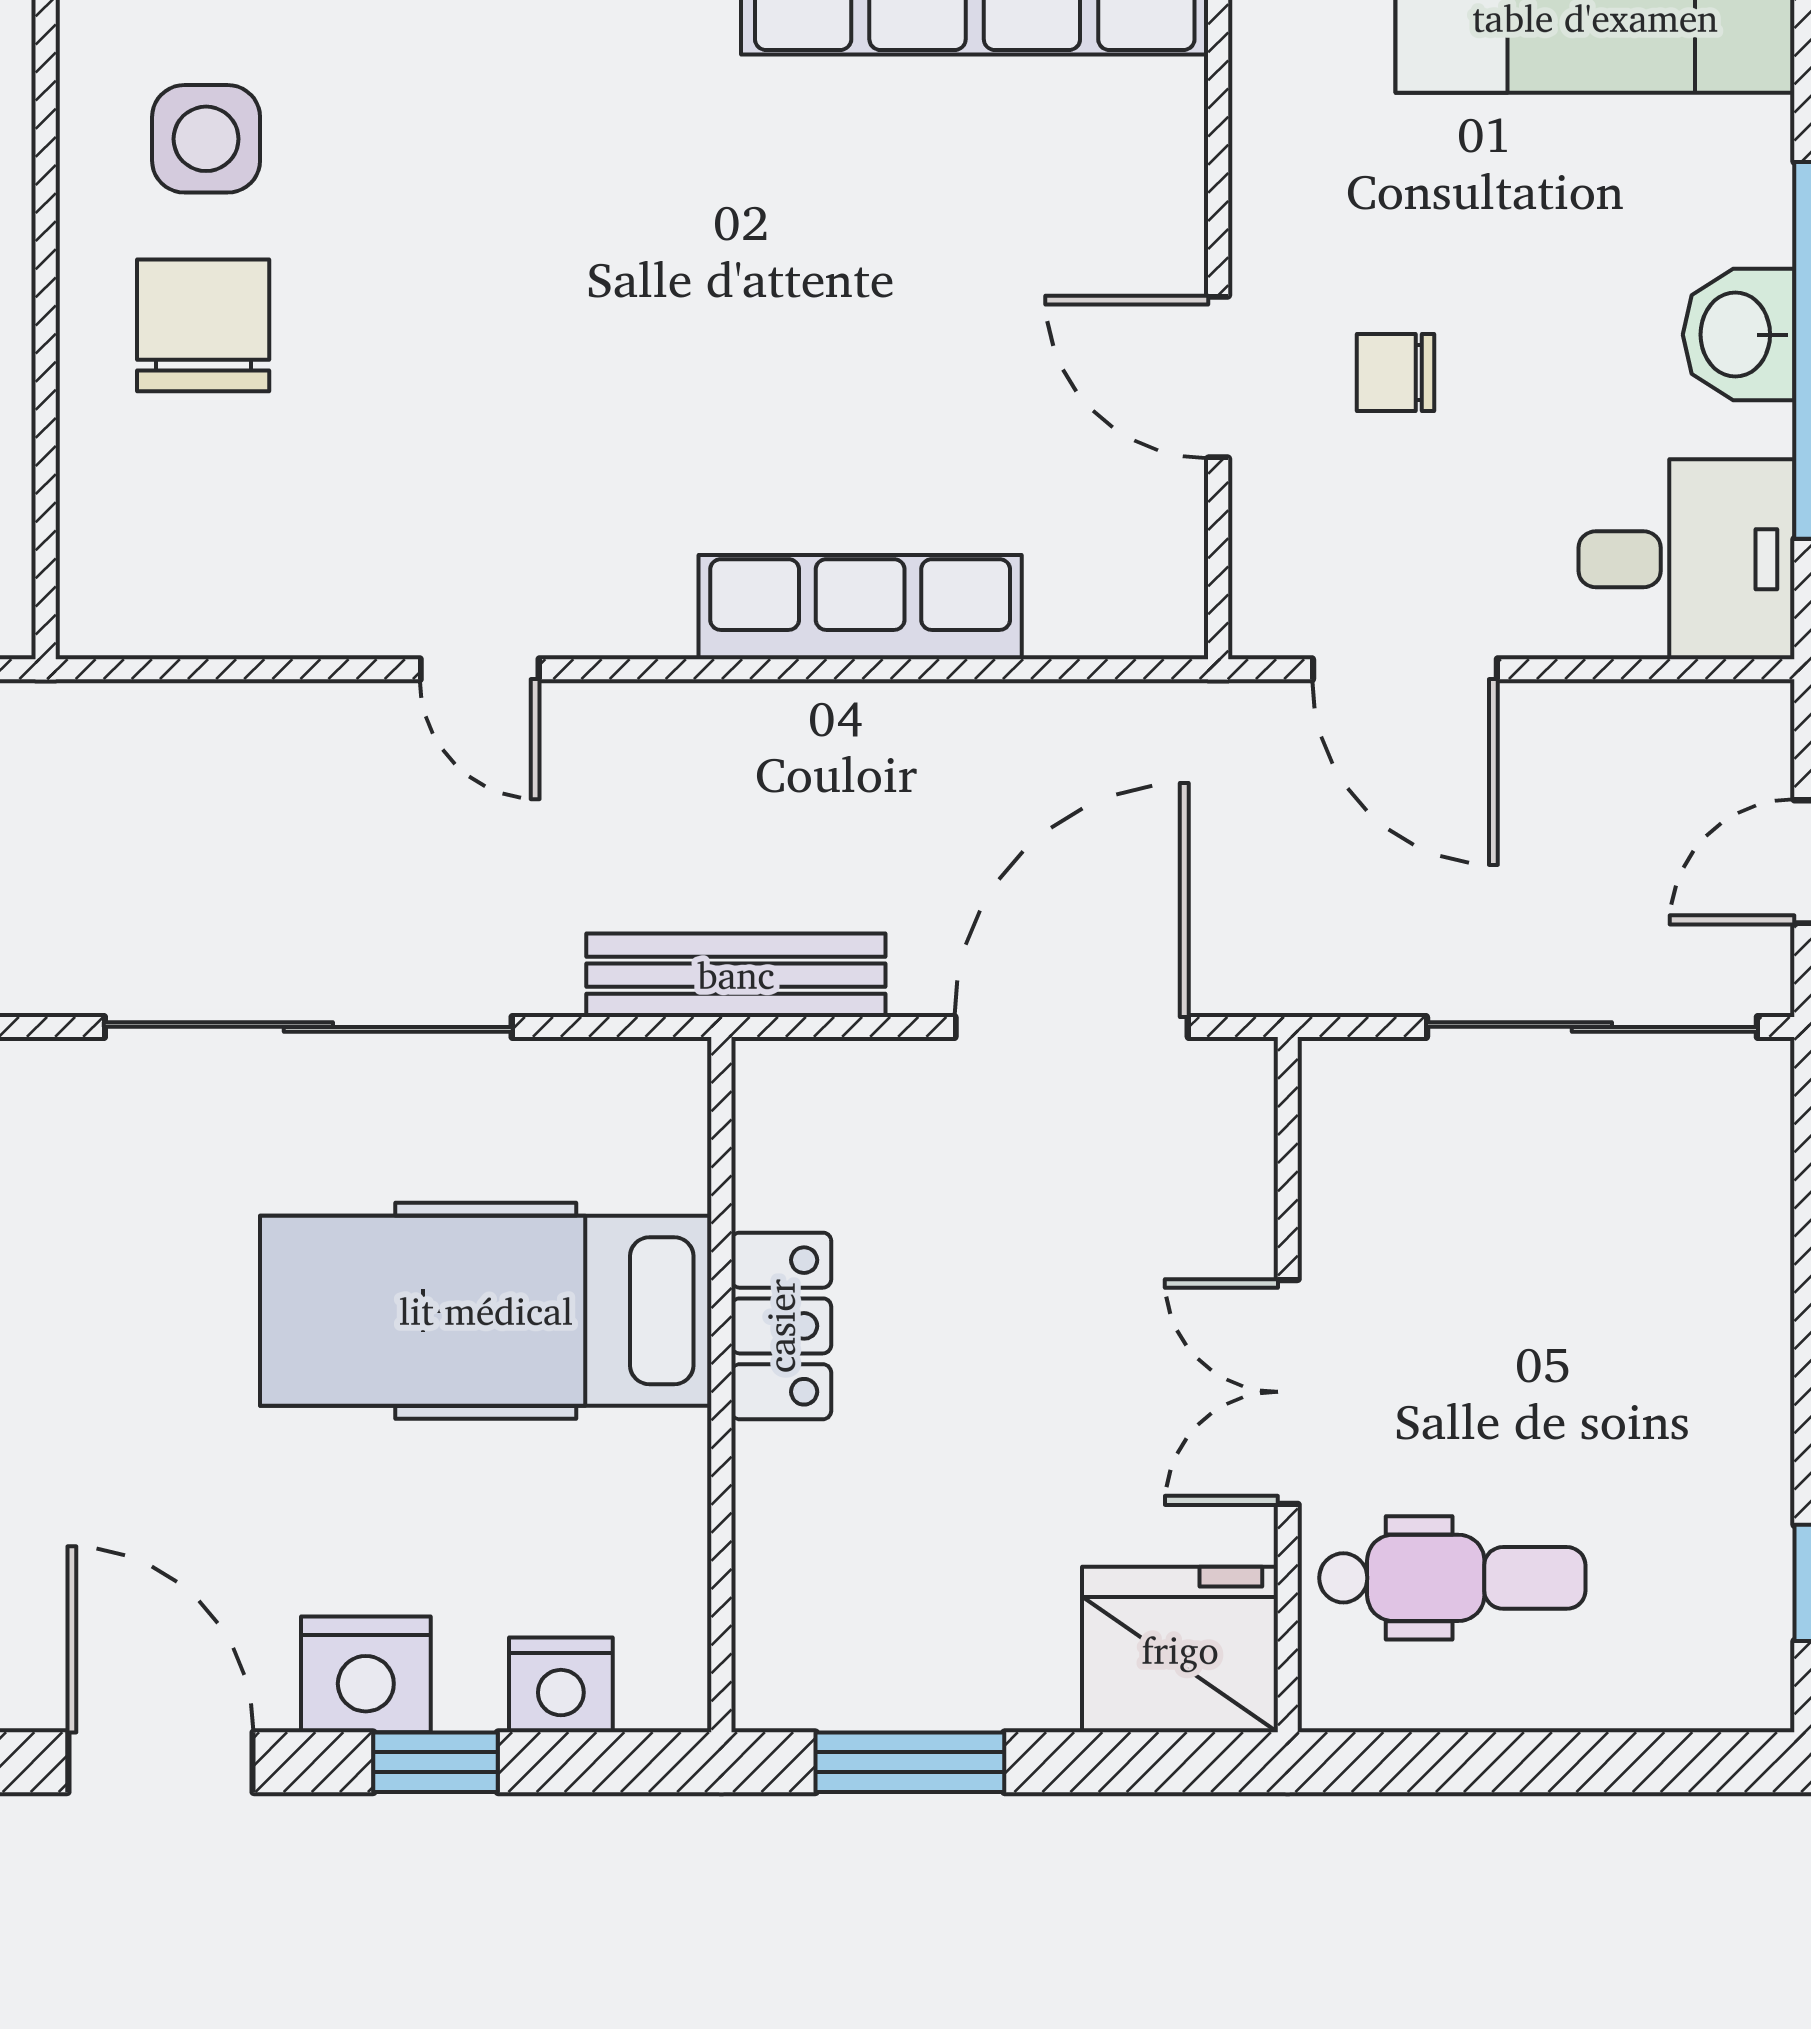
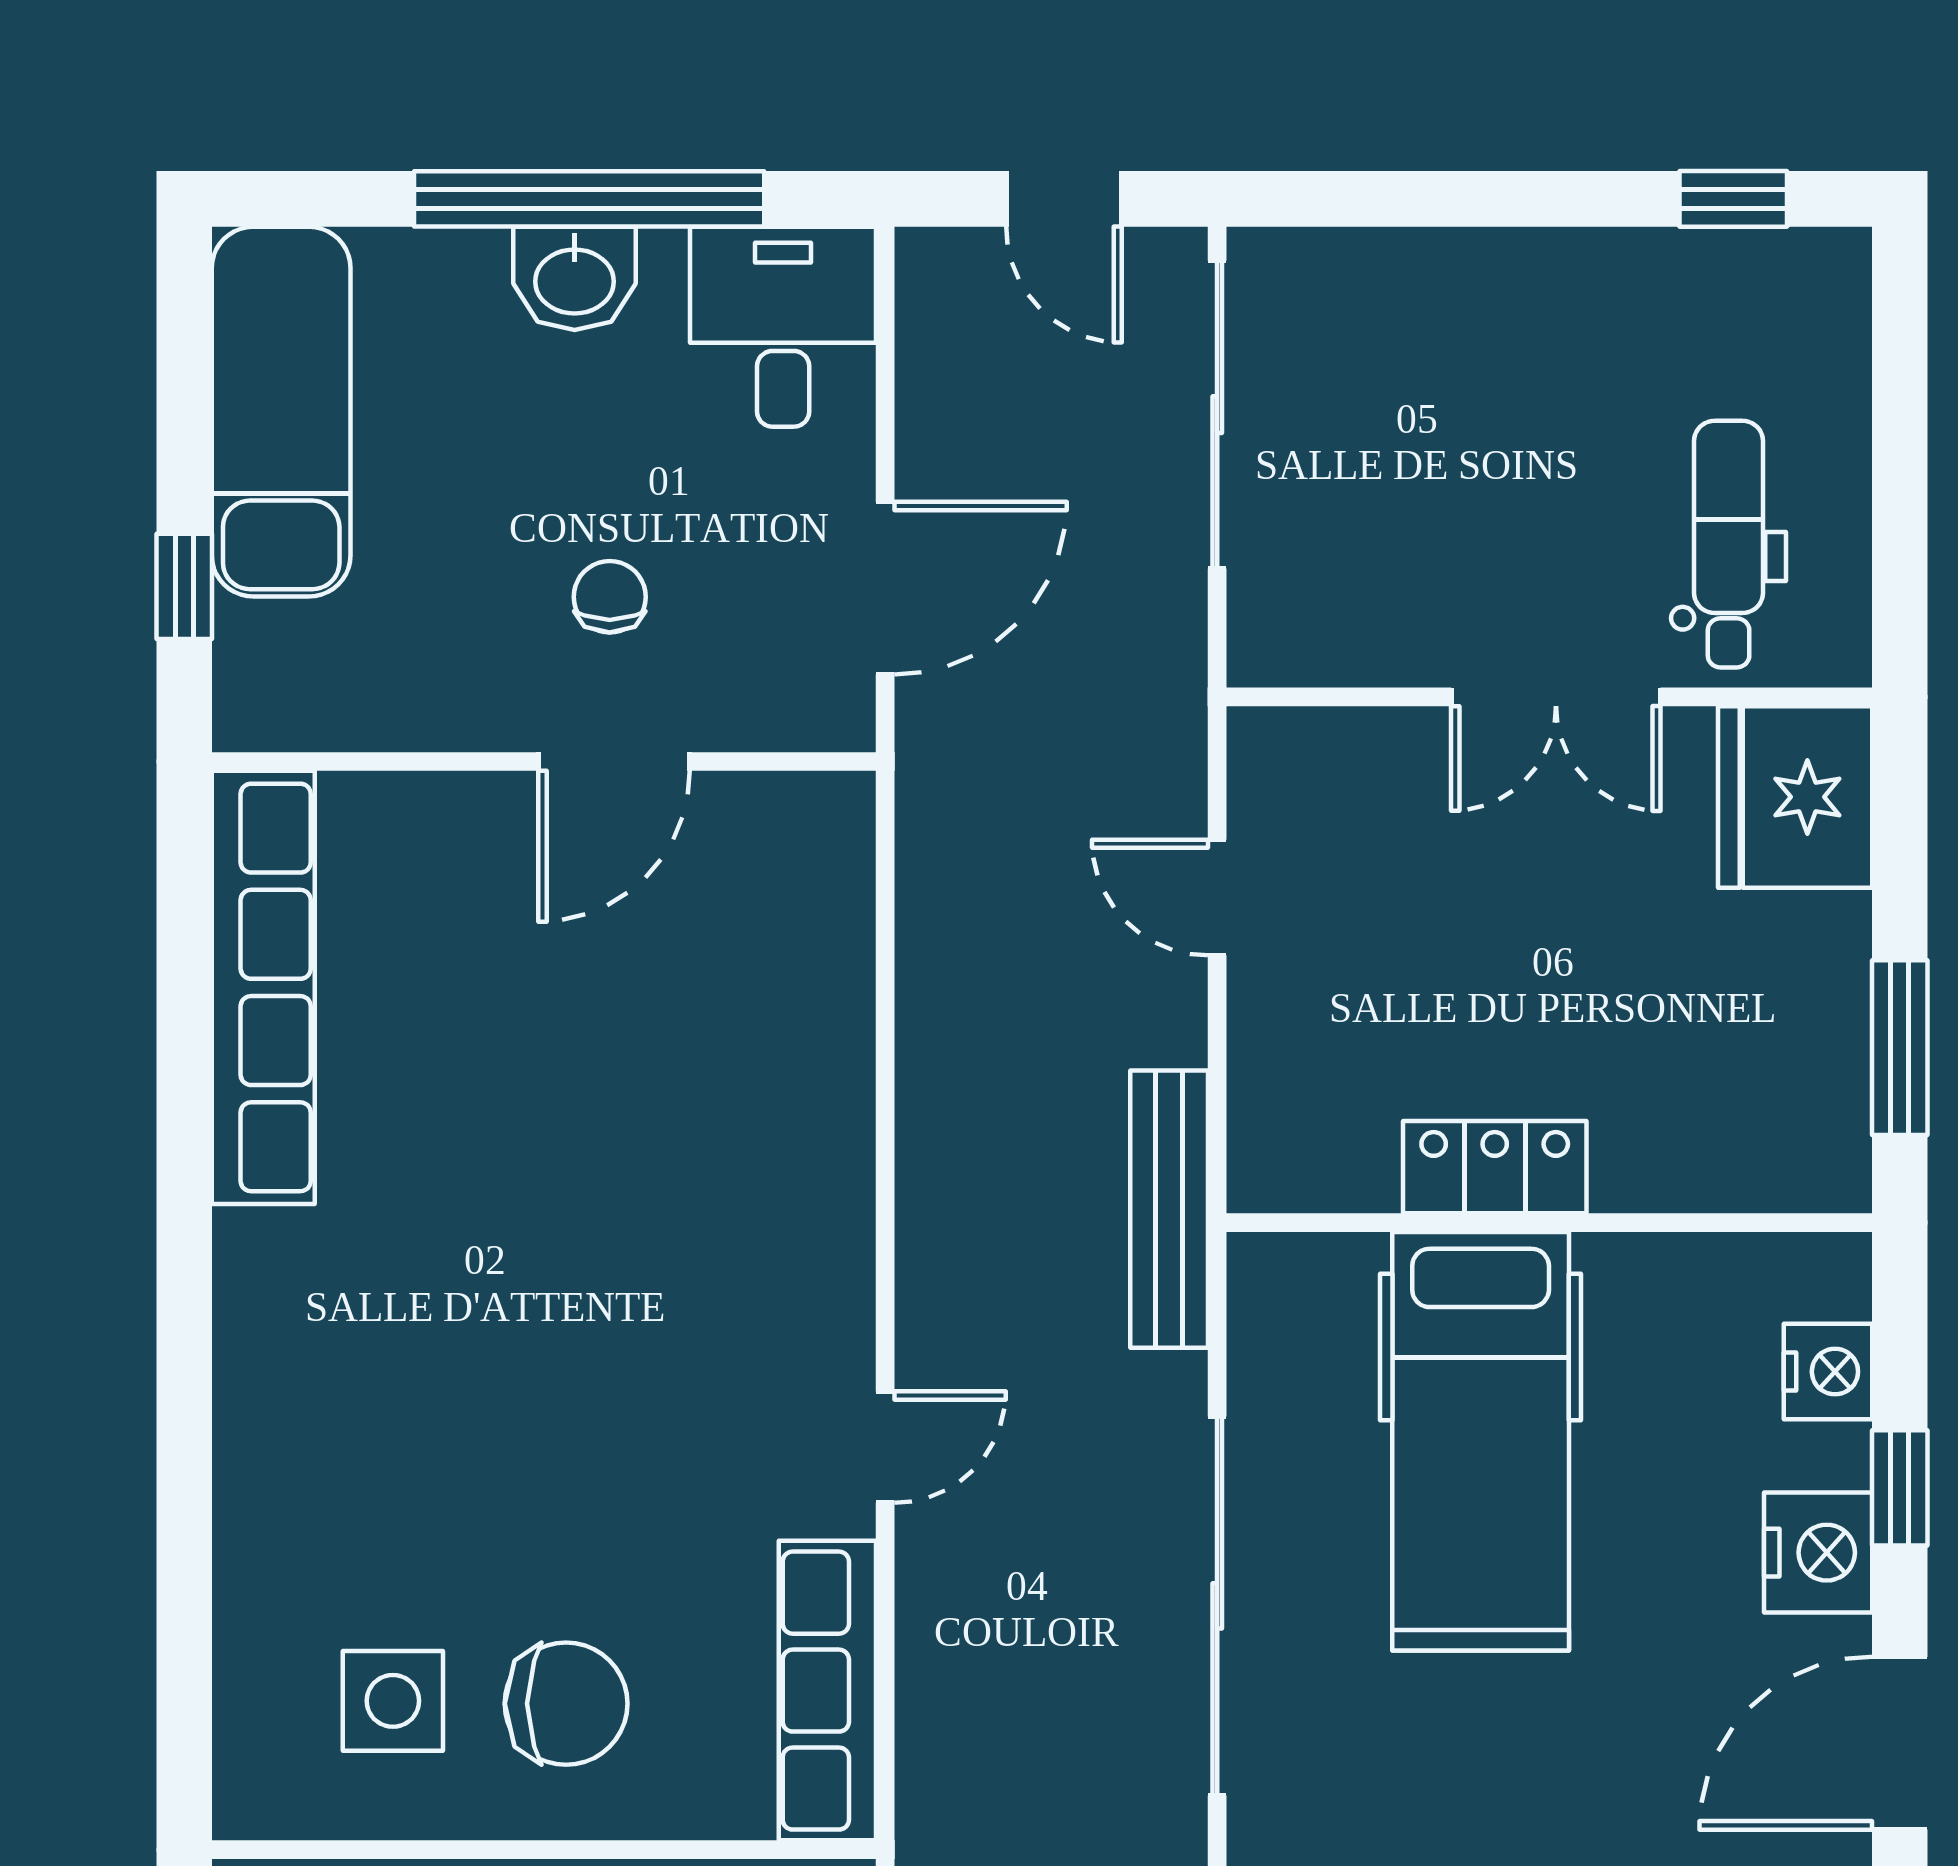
chair: (203, 325) -> (566, 1704), turned 180
chair: (1396, 372) -> (610, 597), turned 180
row of seats: (860, 607) -> (827, 1691), moved
door: (1072, 1027) -> (1217, 898), width x0.53

